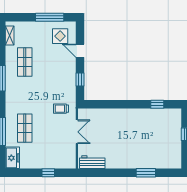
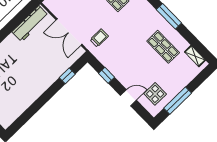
window: (157, 104) -> (67, 76), moved
double door: (77, 132) -> (69, 32), width x1.37
workbench: (92, 162) -> (30, 24), width x1.38

